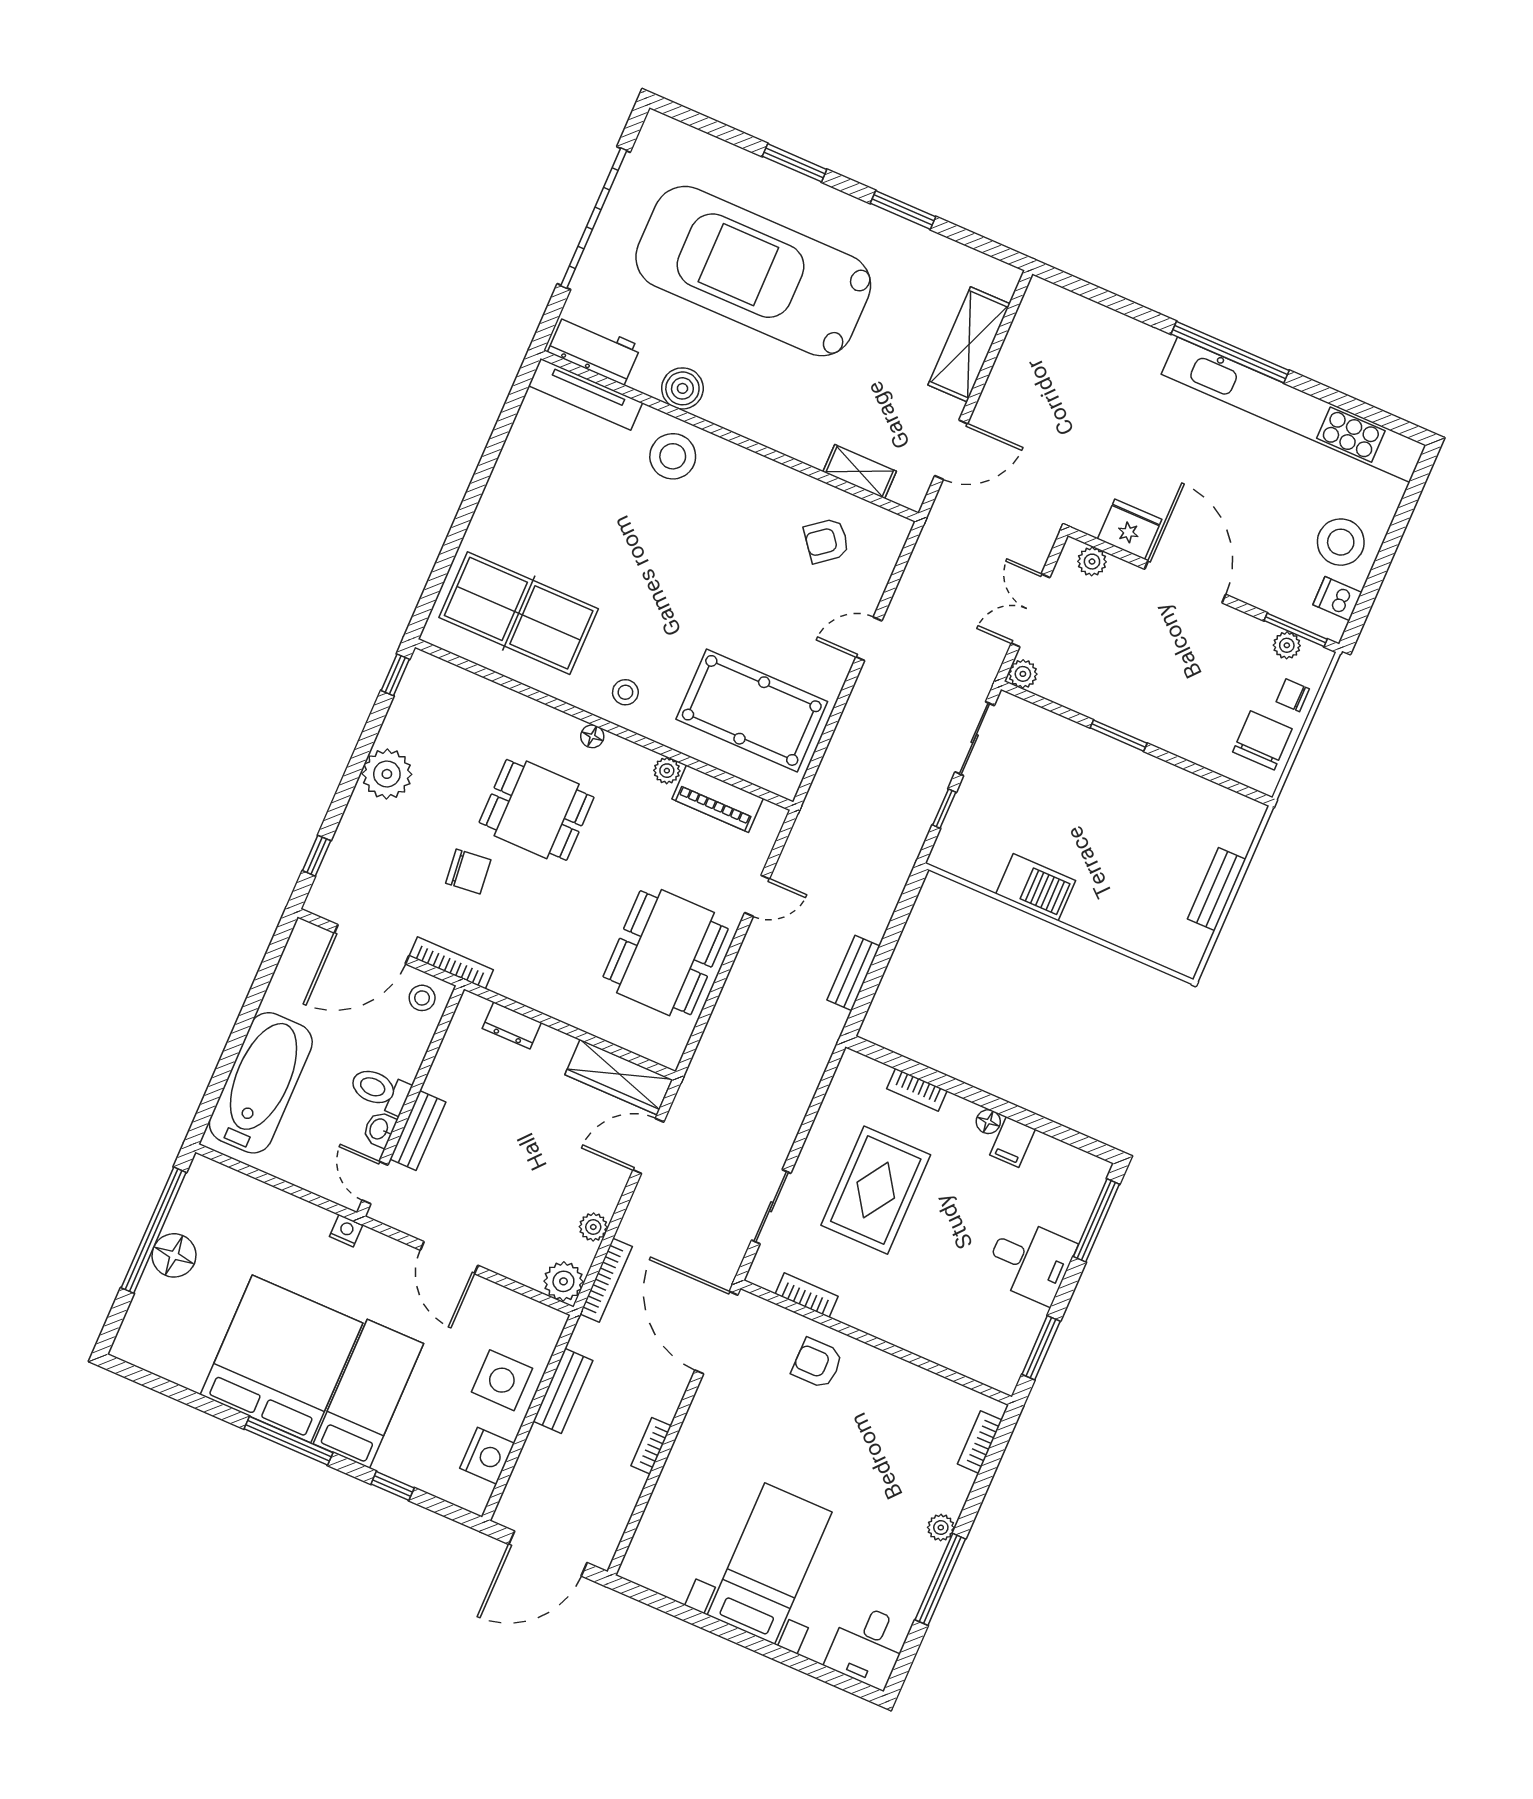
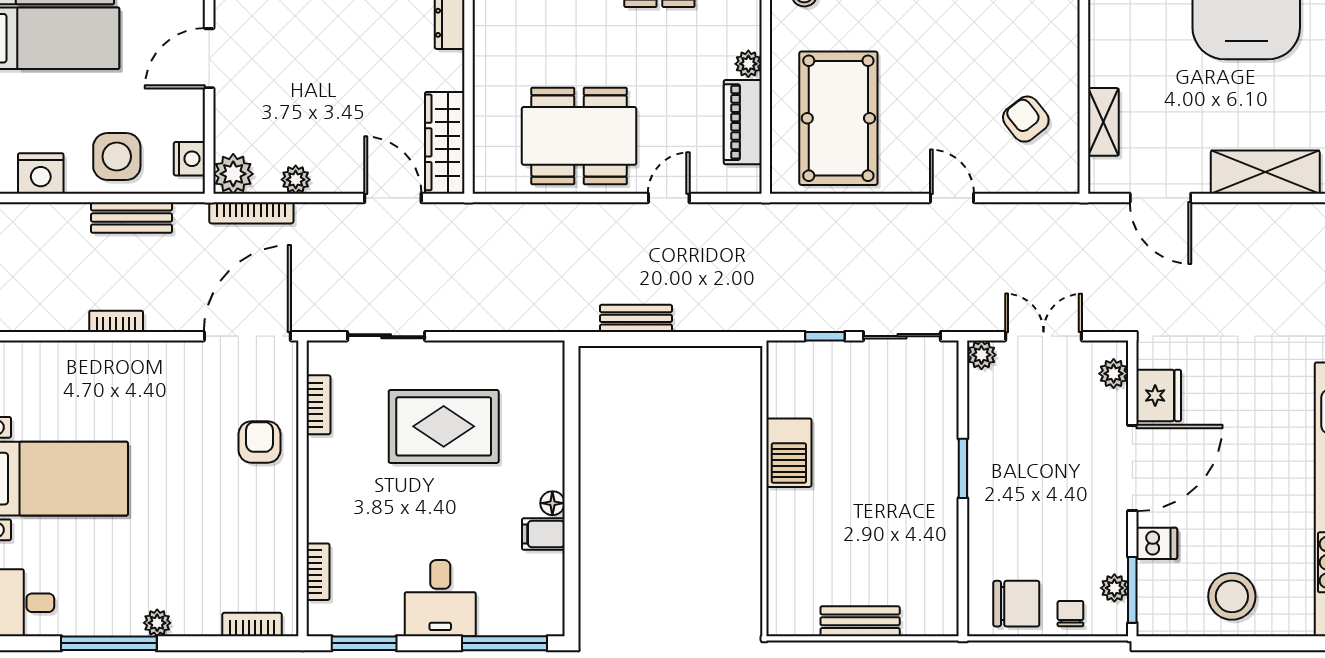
dishwasher: (1337, 599) -> (1157, 543), moved, turned 90
door: (757, 896) -> (669, 198), swing flipped
bookcase: (917, 1090) -> (318, 572), moved, turned 180
nightstand: (533, 1315) -> (189, 159), added

